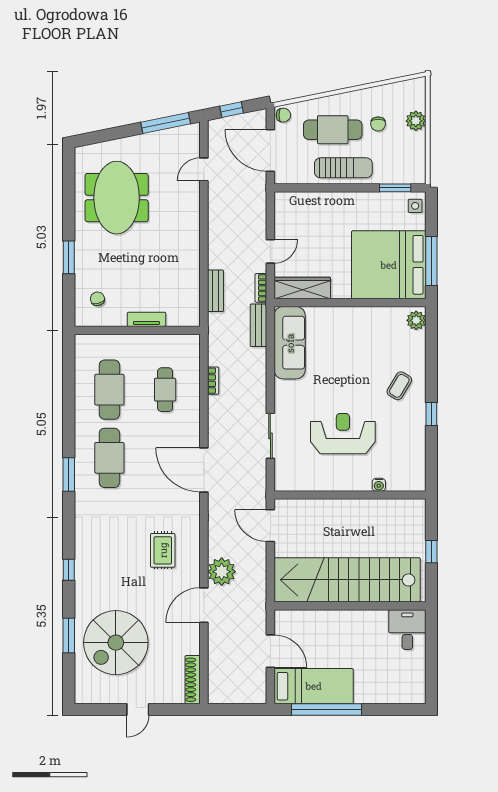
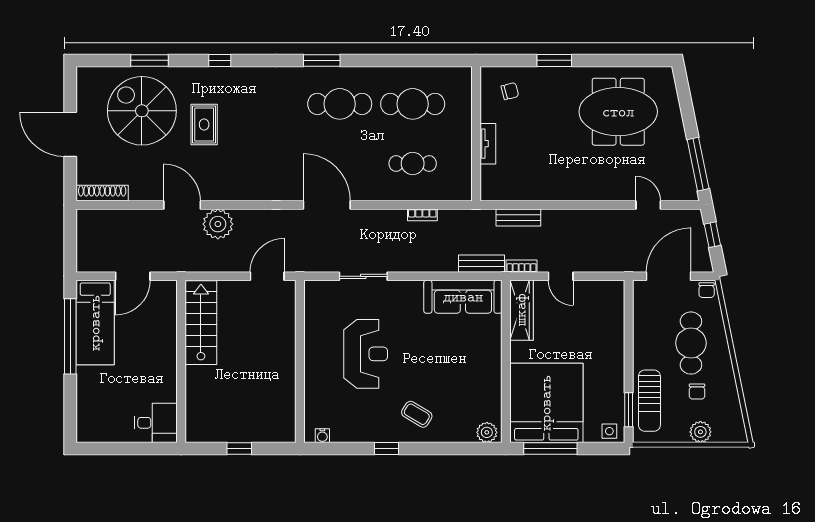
chair: (378, 124) -> (697, 392), turned -90
sun lounger: (343, 168) -> (649, 401), moved
door: (204, 470) -> (327, 205), hinge flipped
water cooler: (379, 485) -> (322, 436), moved, turned -90
rug: (163, 550) -> (204, 125), moved, turned 90
stairs: (347, 580) -> (201, 323), width x0.54, depth x0.66
door: (138, 710) -> (70, 134), width x1.87

